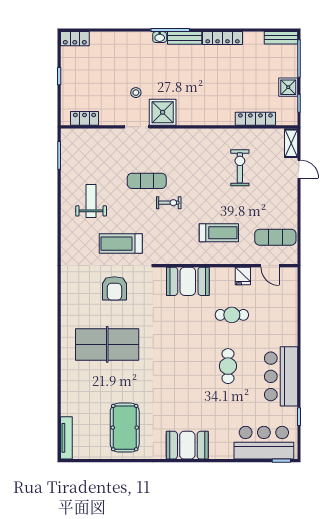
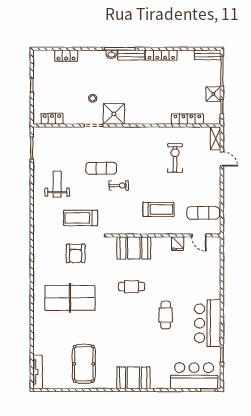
locker: (75, 39) -> (66, 56), moved
cafe table: (232, 315) -> (131, 287), moved

